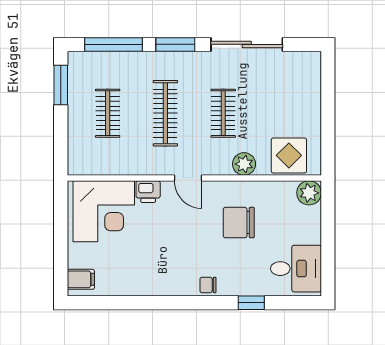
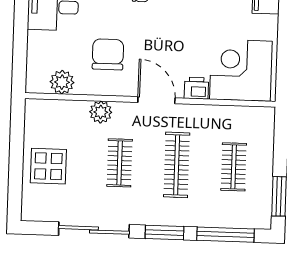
display table: (289, 155) -> (48, 166), moved
door: (188, 178) -> (156, 100), width x1.38
plant: (309, 193) -> (62, 82), moved
chair: (239, 223) -> (108, 54), turned -90

